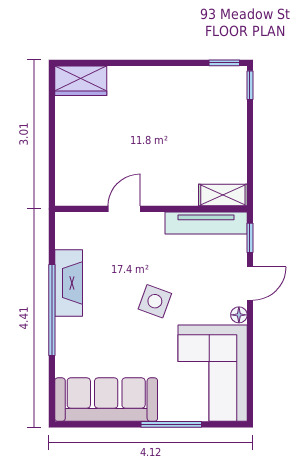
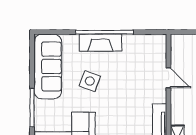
fireplace: (69, 283) -> (100, 43), moved
side table: (155, 301) -> (90, 81), moved

